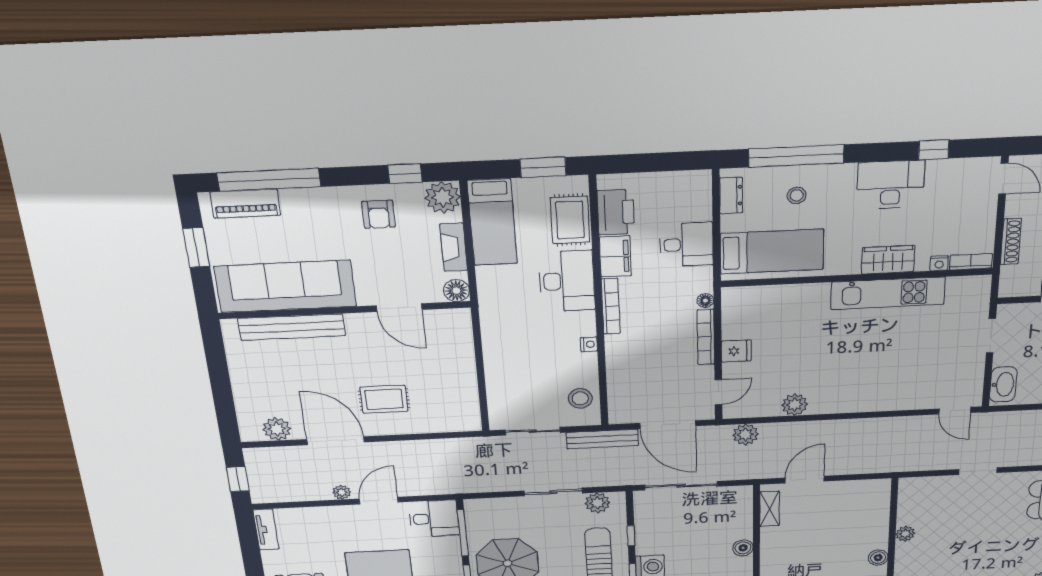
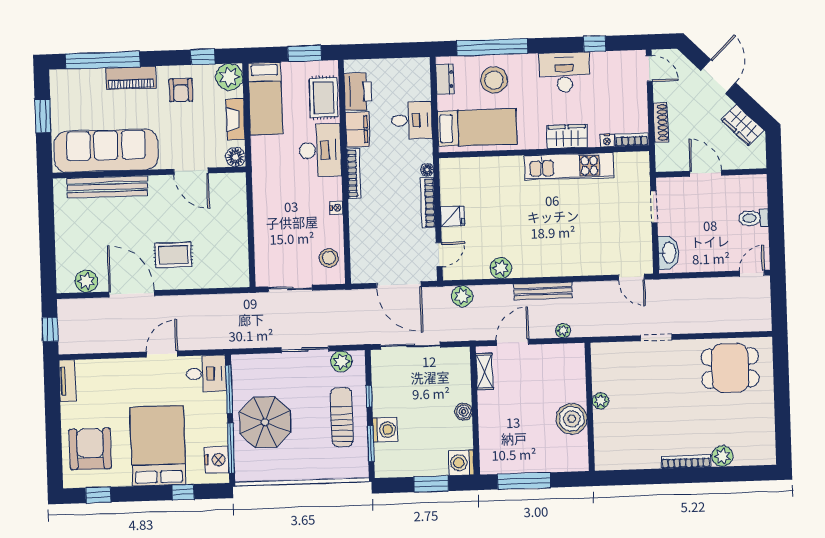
stool: (797, 195) -> (494, 80), width x1.89, depth x1.89
piano: (245, 204) -> (131, 78), moved
bench: (602, 439) -> (543, 291), moved
plant: (342, 492) -> (563, 331), moved
boiler: (878, 558) -> (572, 419), width x1.86, depth x1.86

